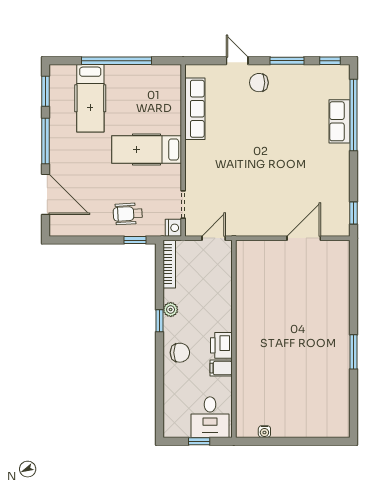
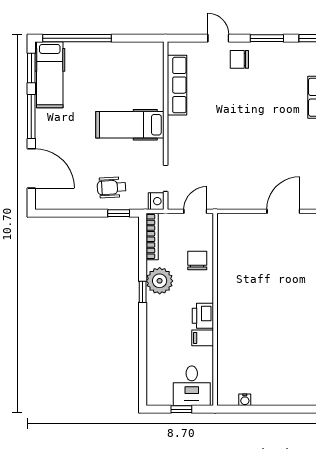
window: (117, 61) -> (77, 38), moved
hospital bed: (90, 98) -> (50, 75), moved
plant: (171, 310) -> (160, 281), width x1.87, depth x1.87
chair: (180, 353) -> (197, 260), moved, turned -90

